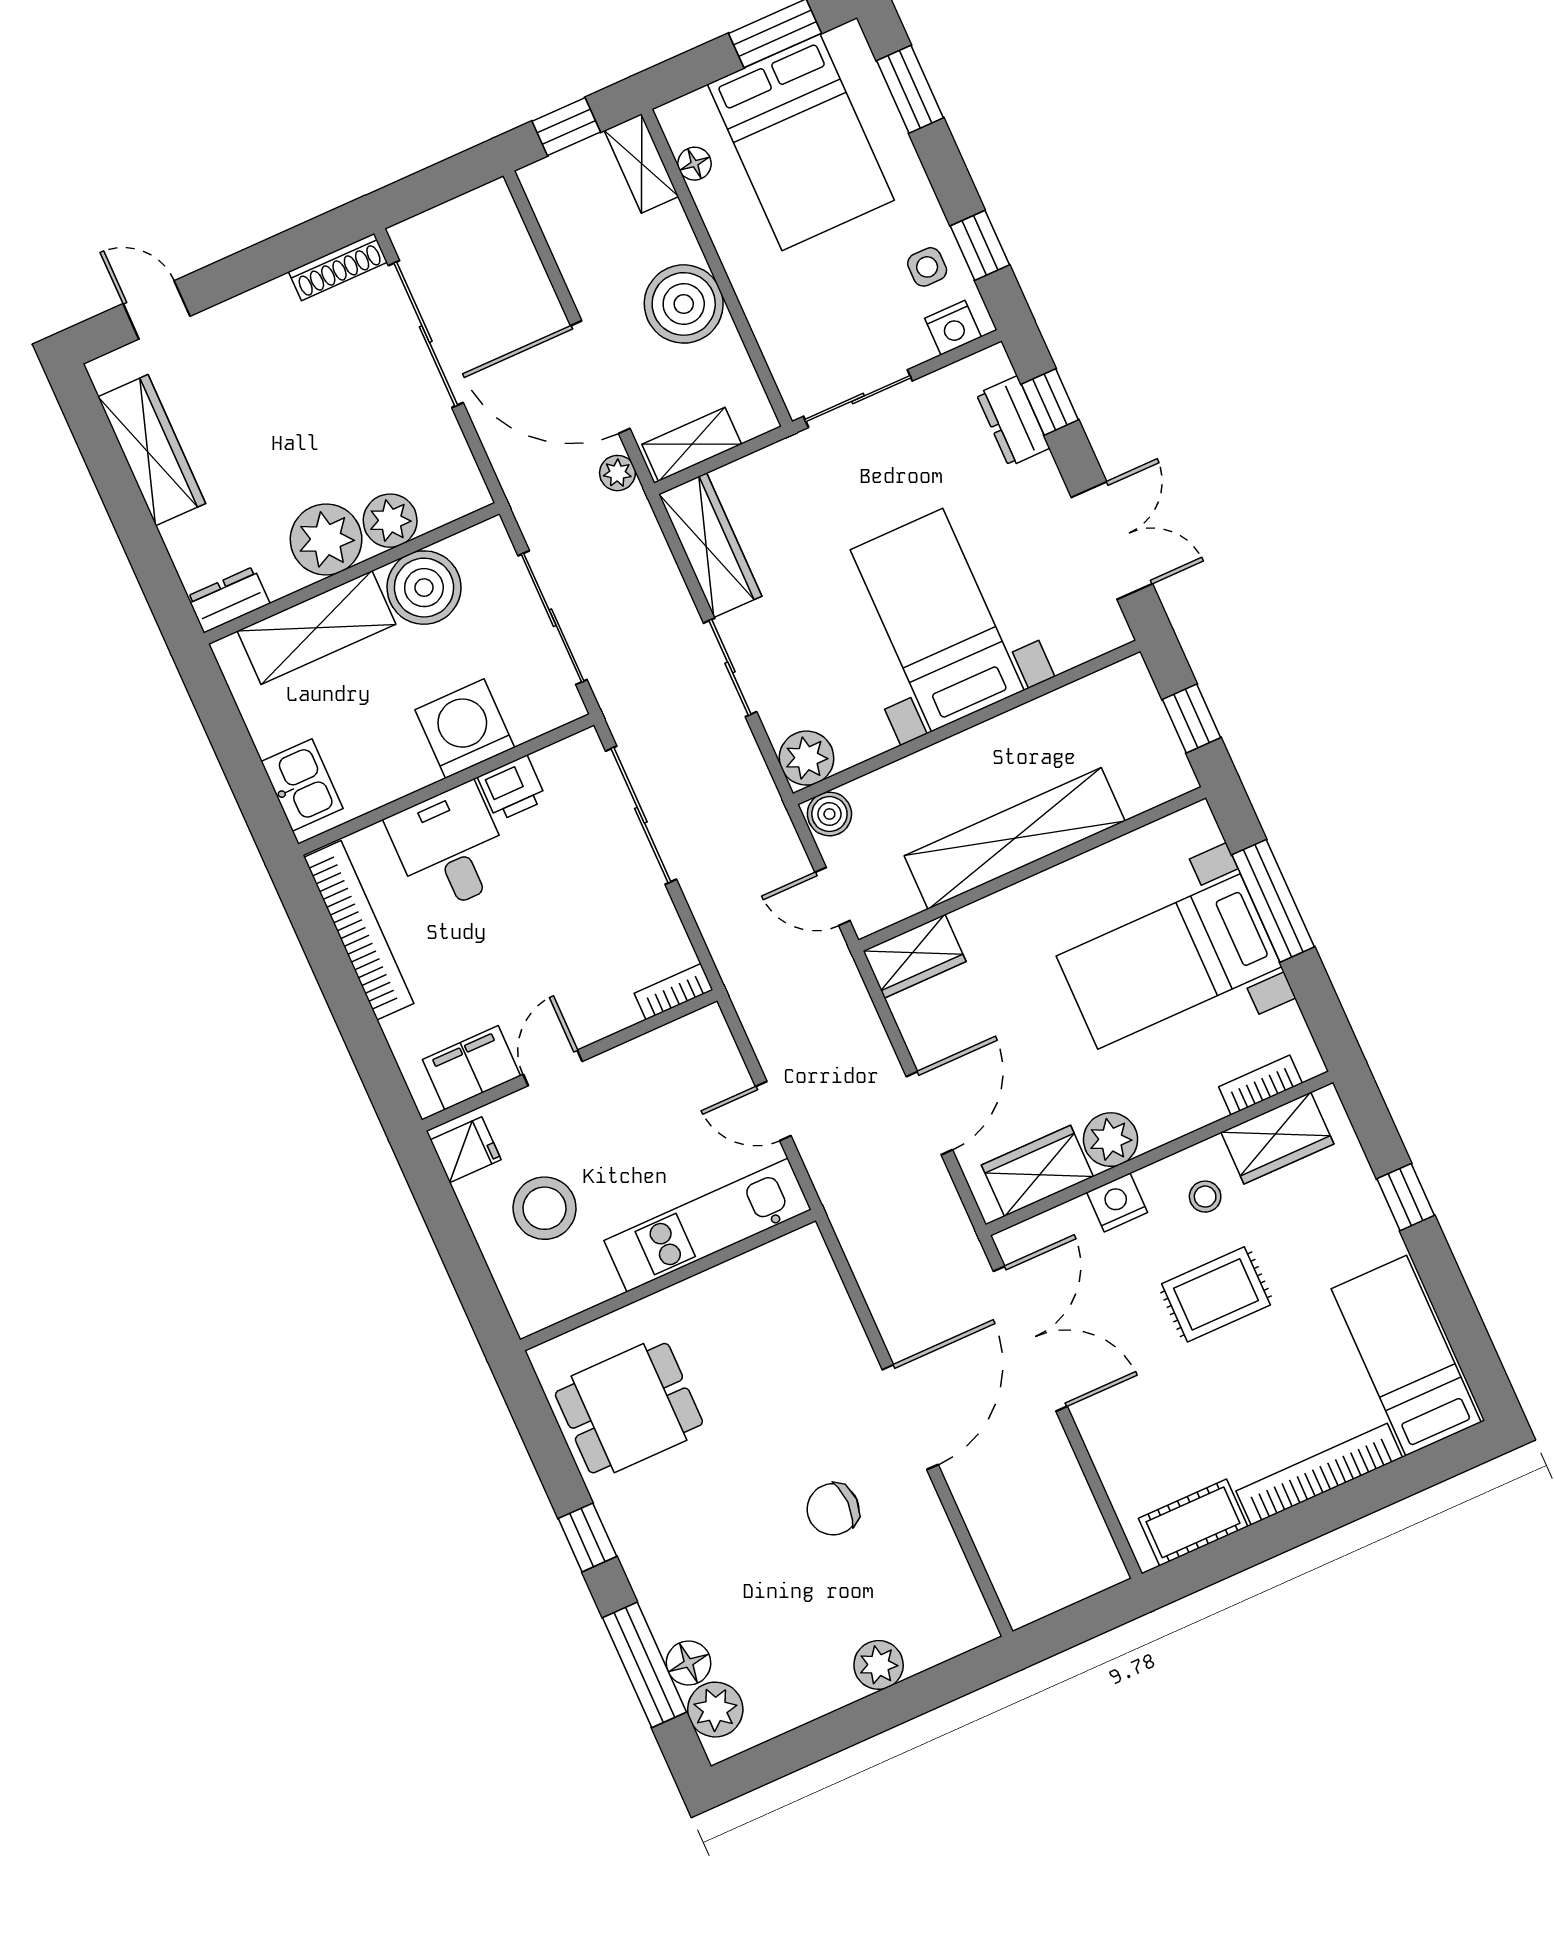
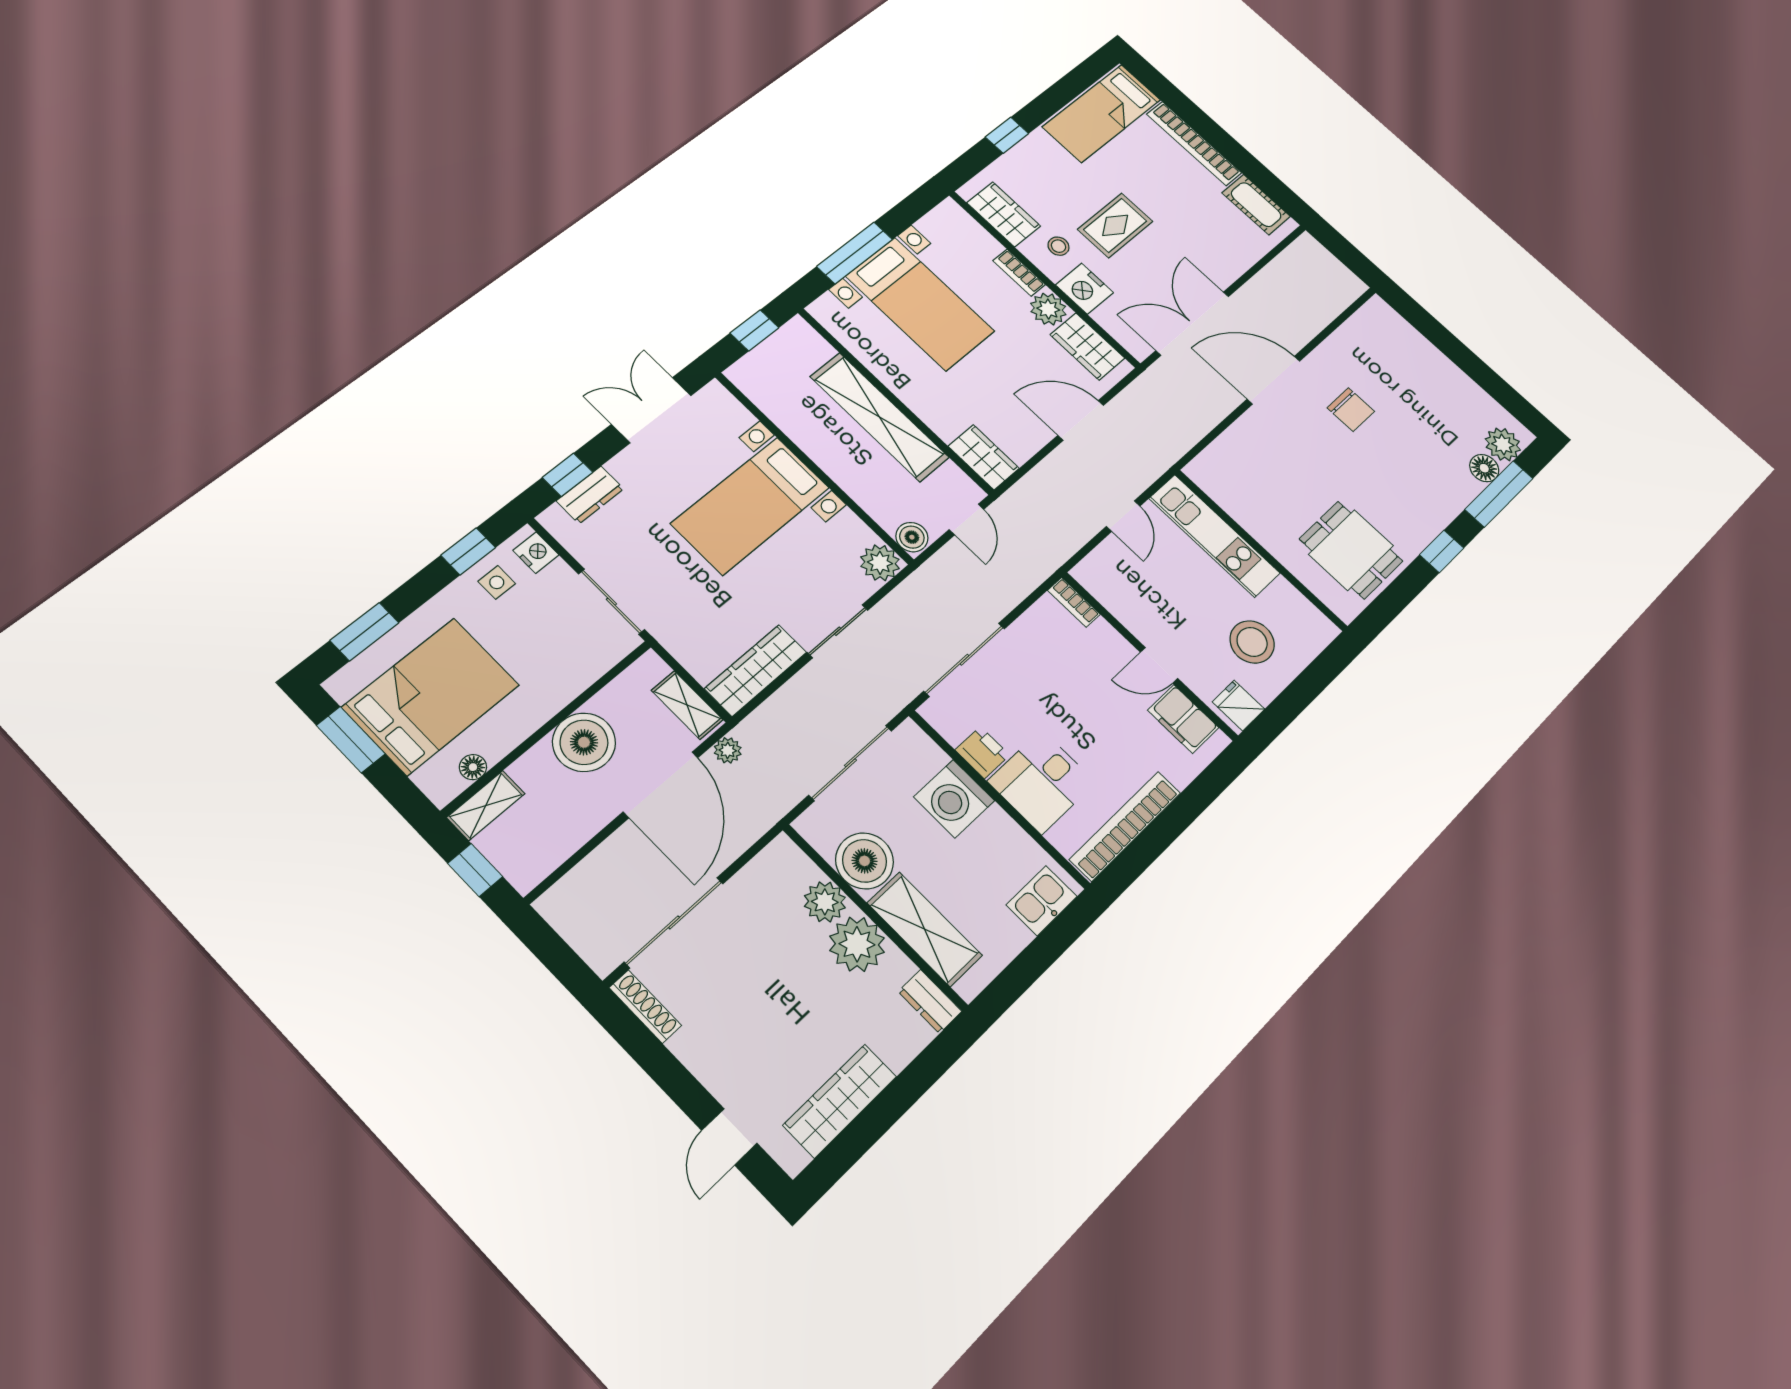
bookcase: (1260, 1085) -> (1019, 273), moved
nightstand: (1117, 1202) -> (1085, 289), width x1.36, depth x1.33
rug: (1216, 1294) -> (1115, 225), turned 90
plant: (879, 1665) -> (1428, 358), removed

